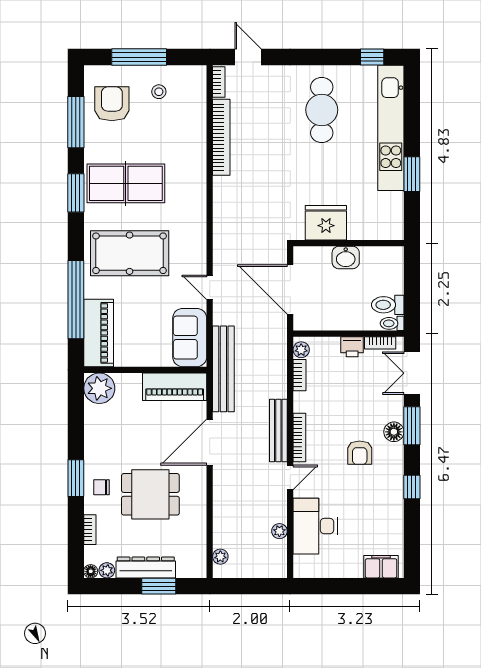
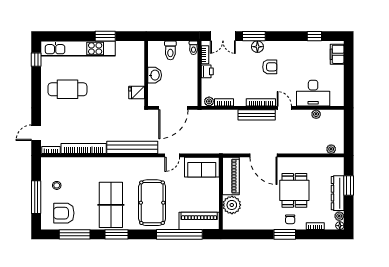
fridge: (326, 223) -> (137, 92), width x0.53, depth x0.75
toilet: (388, 305) -> (170, 50), moved
bench: (223, 369) -> (132, 147), moved
plant: (99, 388) -> (232, 205), moved
window: (412, 487) -> (314, 36), moved

